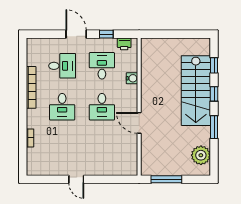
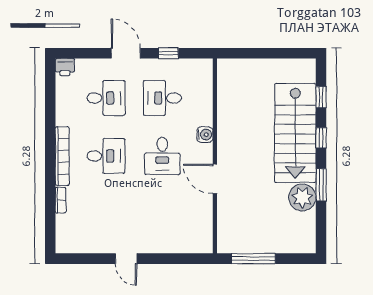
printer: (124, 44) -> (65, 67), moved
desk: (102, 66) -> (162, 98), turned -90
water cooler: (132, 78) -> (205, 135), moved
bookcase: (31, 87) -> (62, 156), moved
desk: (62, 107) -> (106, 156), turned -90
plant: (201, 155) -> (302, 197), moved

